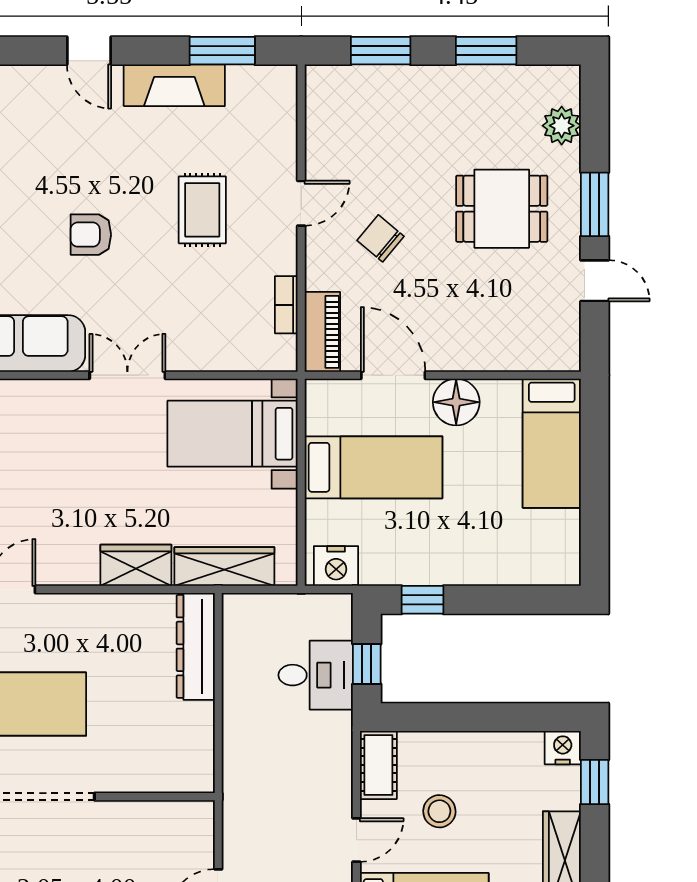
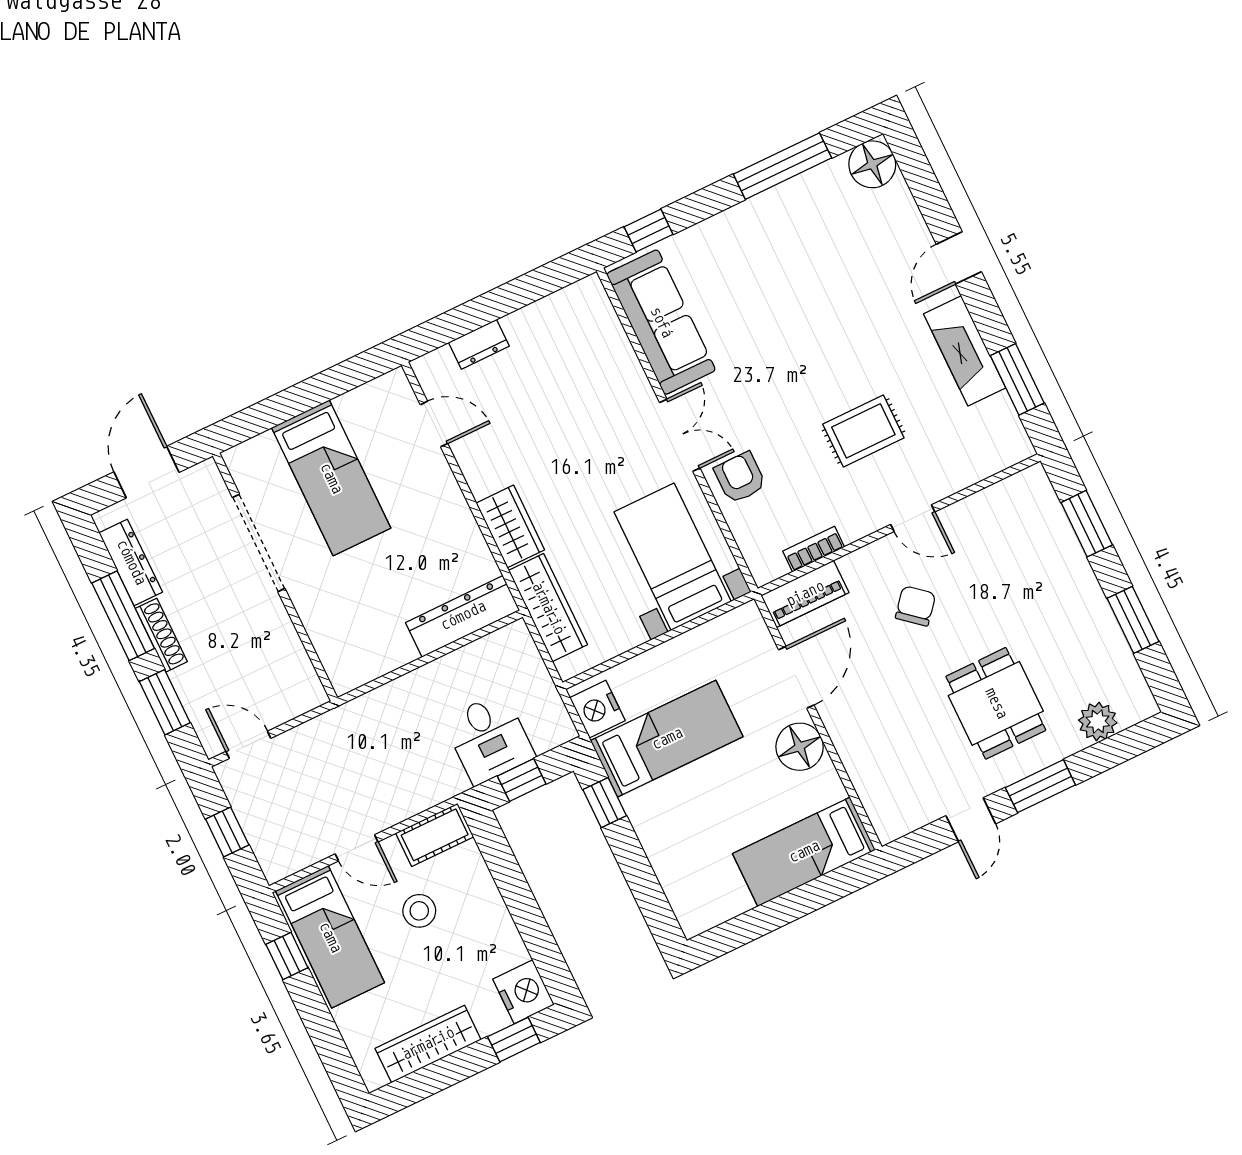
armchair: (91, 235) -> (740, 478), moved
bed: (373, 467) -> (667, 739), moved, turned -90
nightstand: (563, 748) -> (524, 992), width x1.36, depth x1.33

